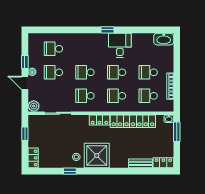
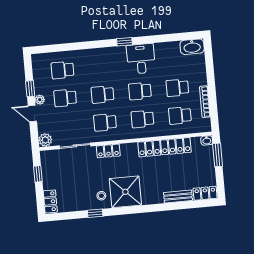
locker: (99, 120) -> (108, 151), moved

